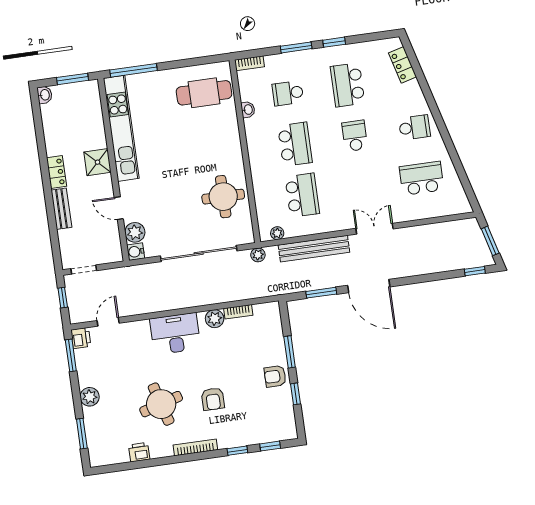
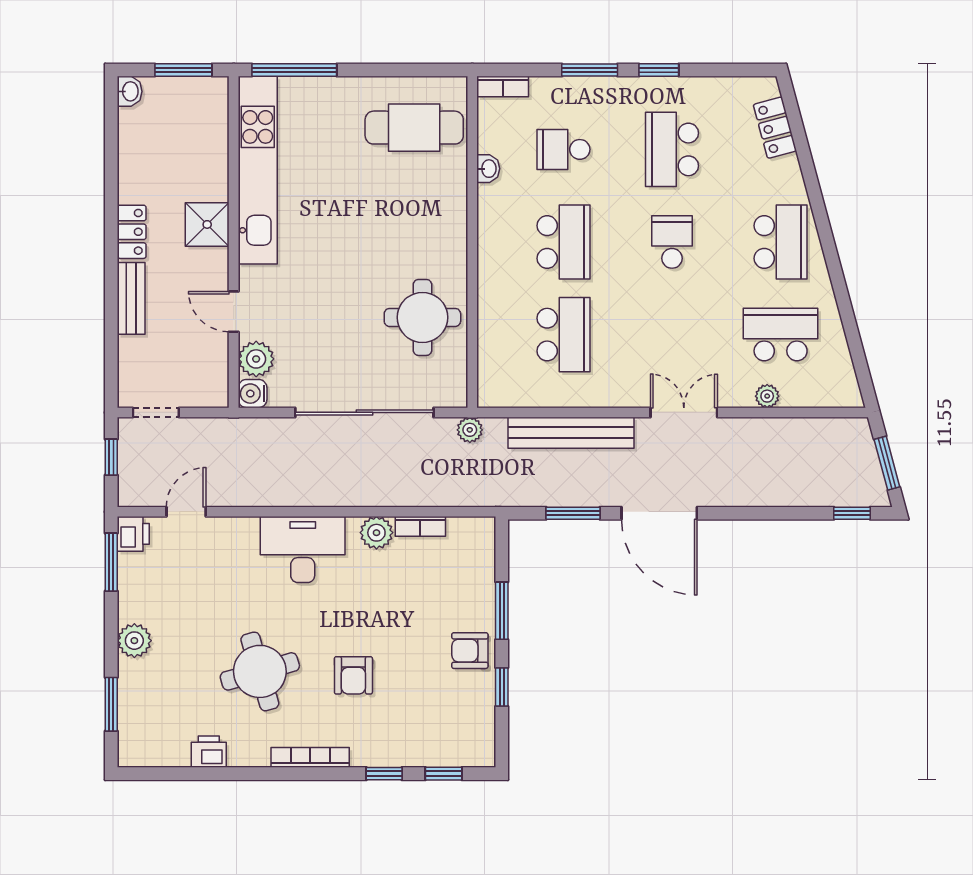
school desk: (414, 127) -> (781, 242), width x1.85
plant: (277, 233) -> (767, 396), moved

